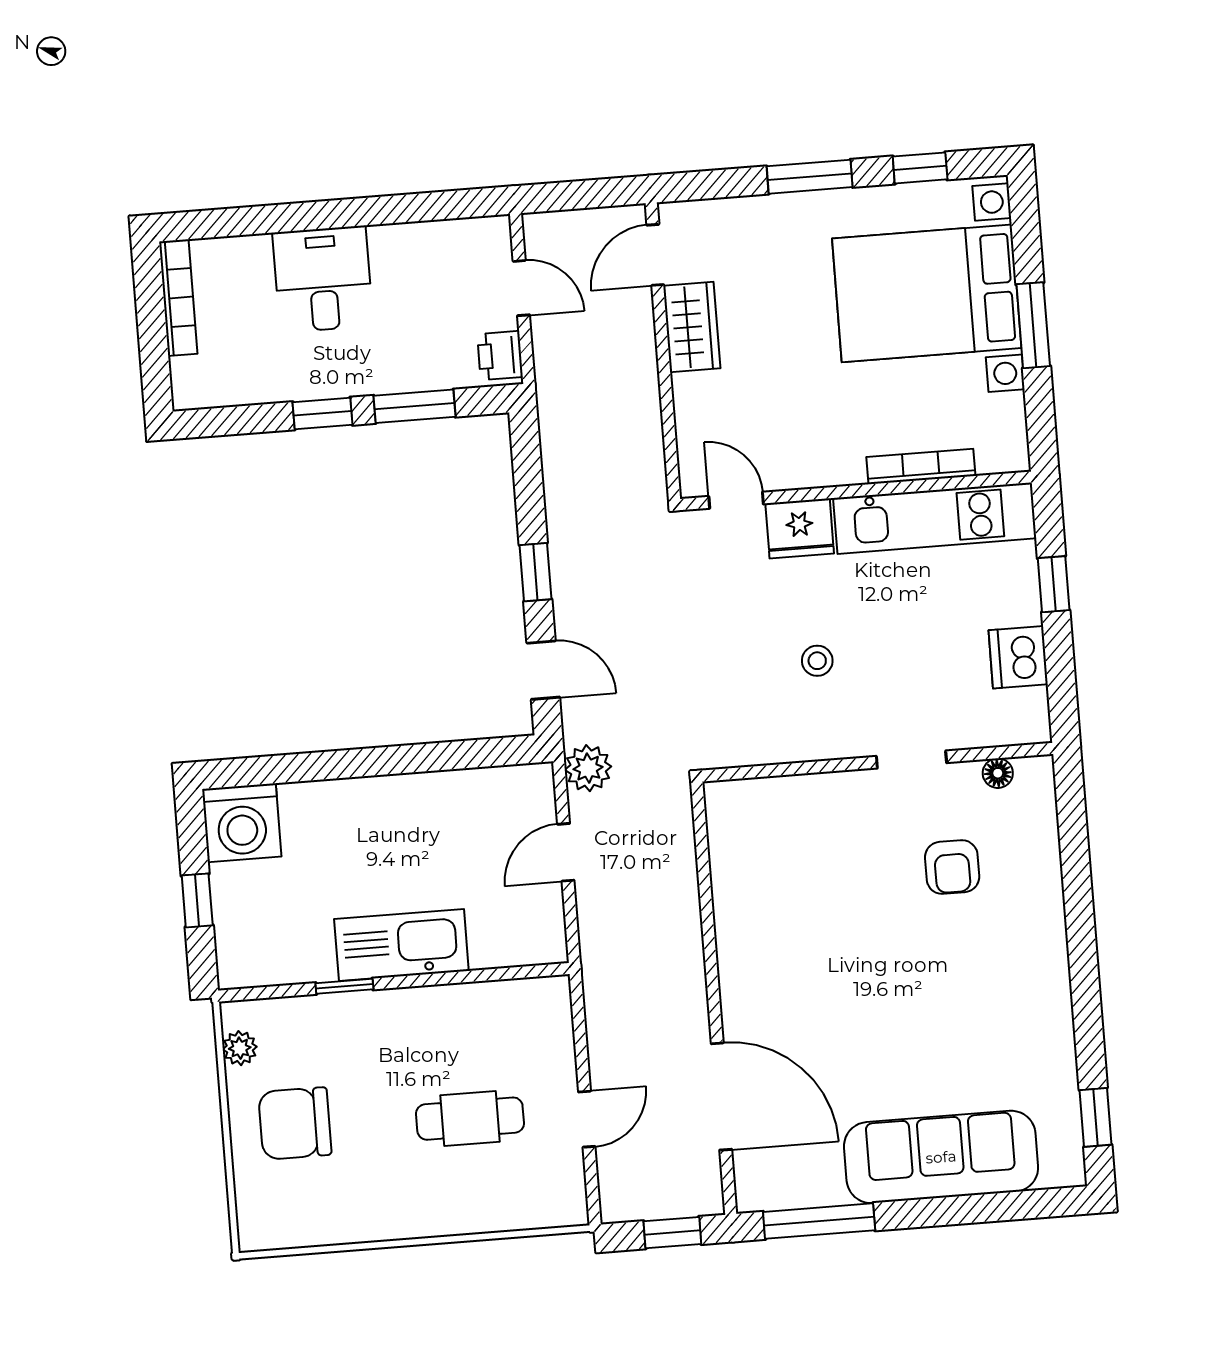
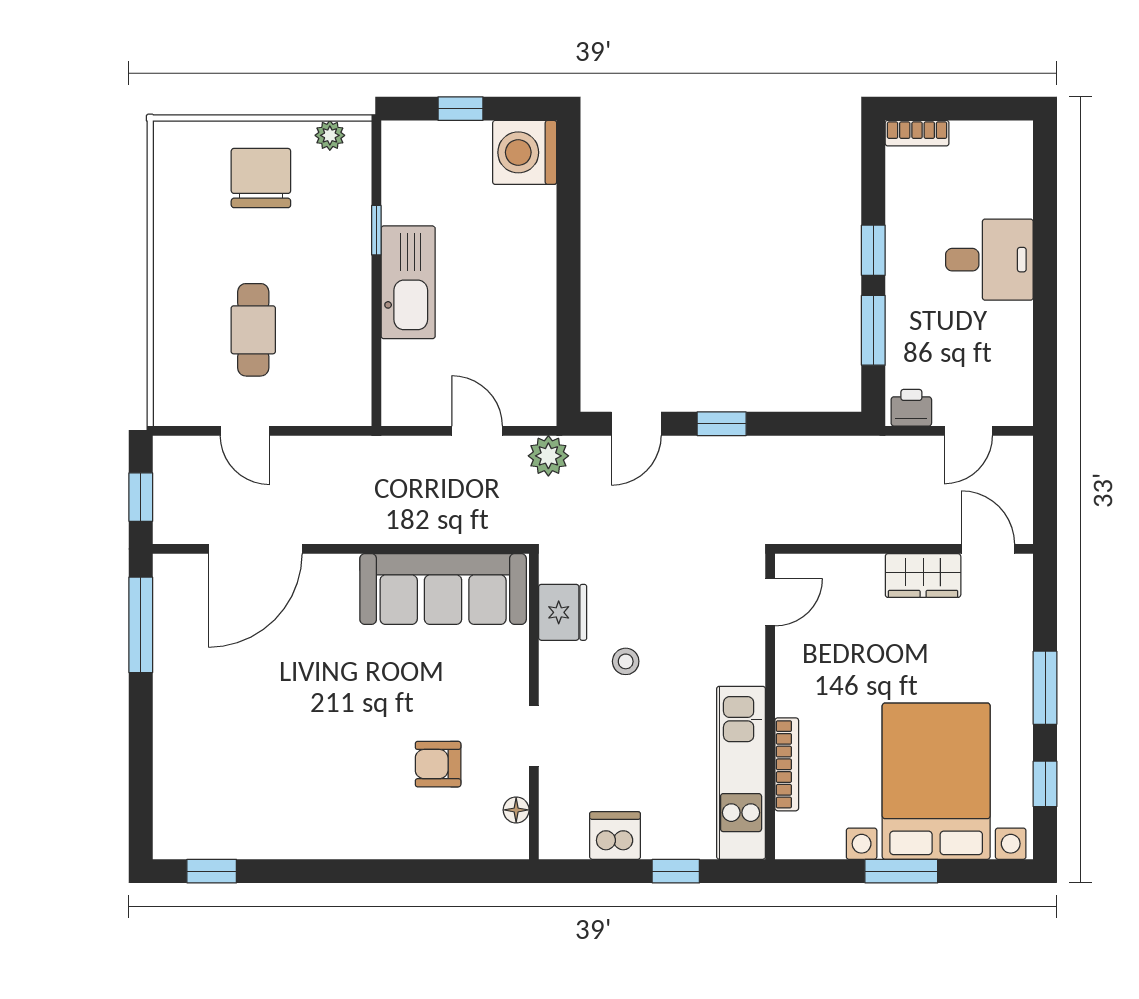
bookcase: (178, 298) -> (917, 133), moved, width x0.64
fridge: (800, 528) -> (563, 612), moved, turned 180
sofa: (941, 1157) -> (443, 589), moved, turned 90

